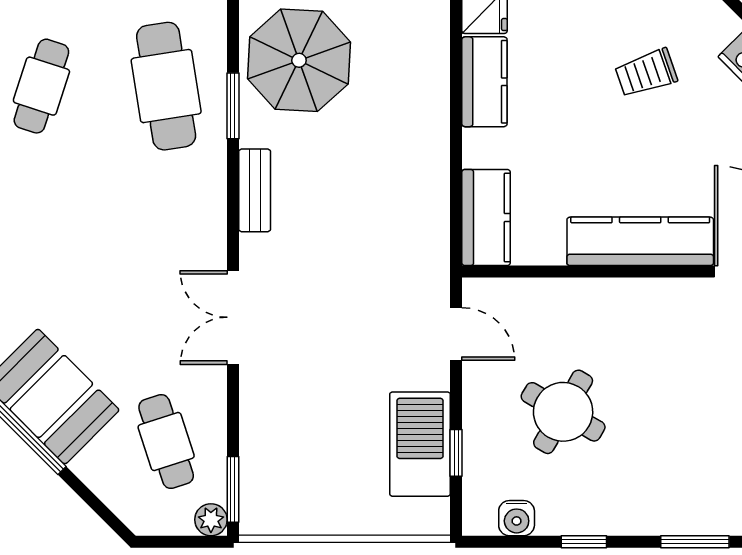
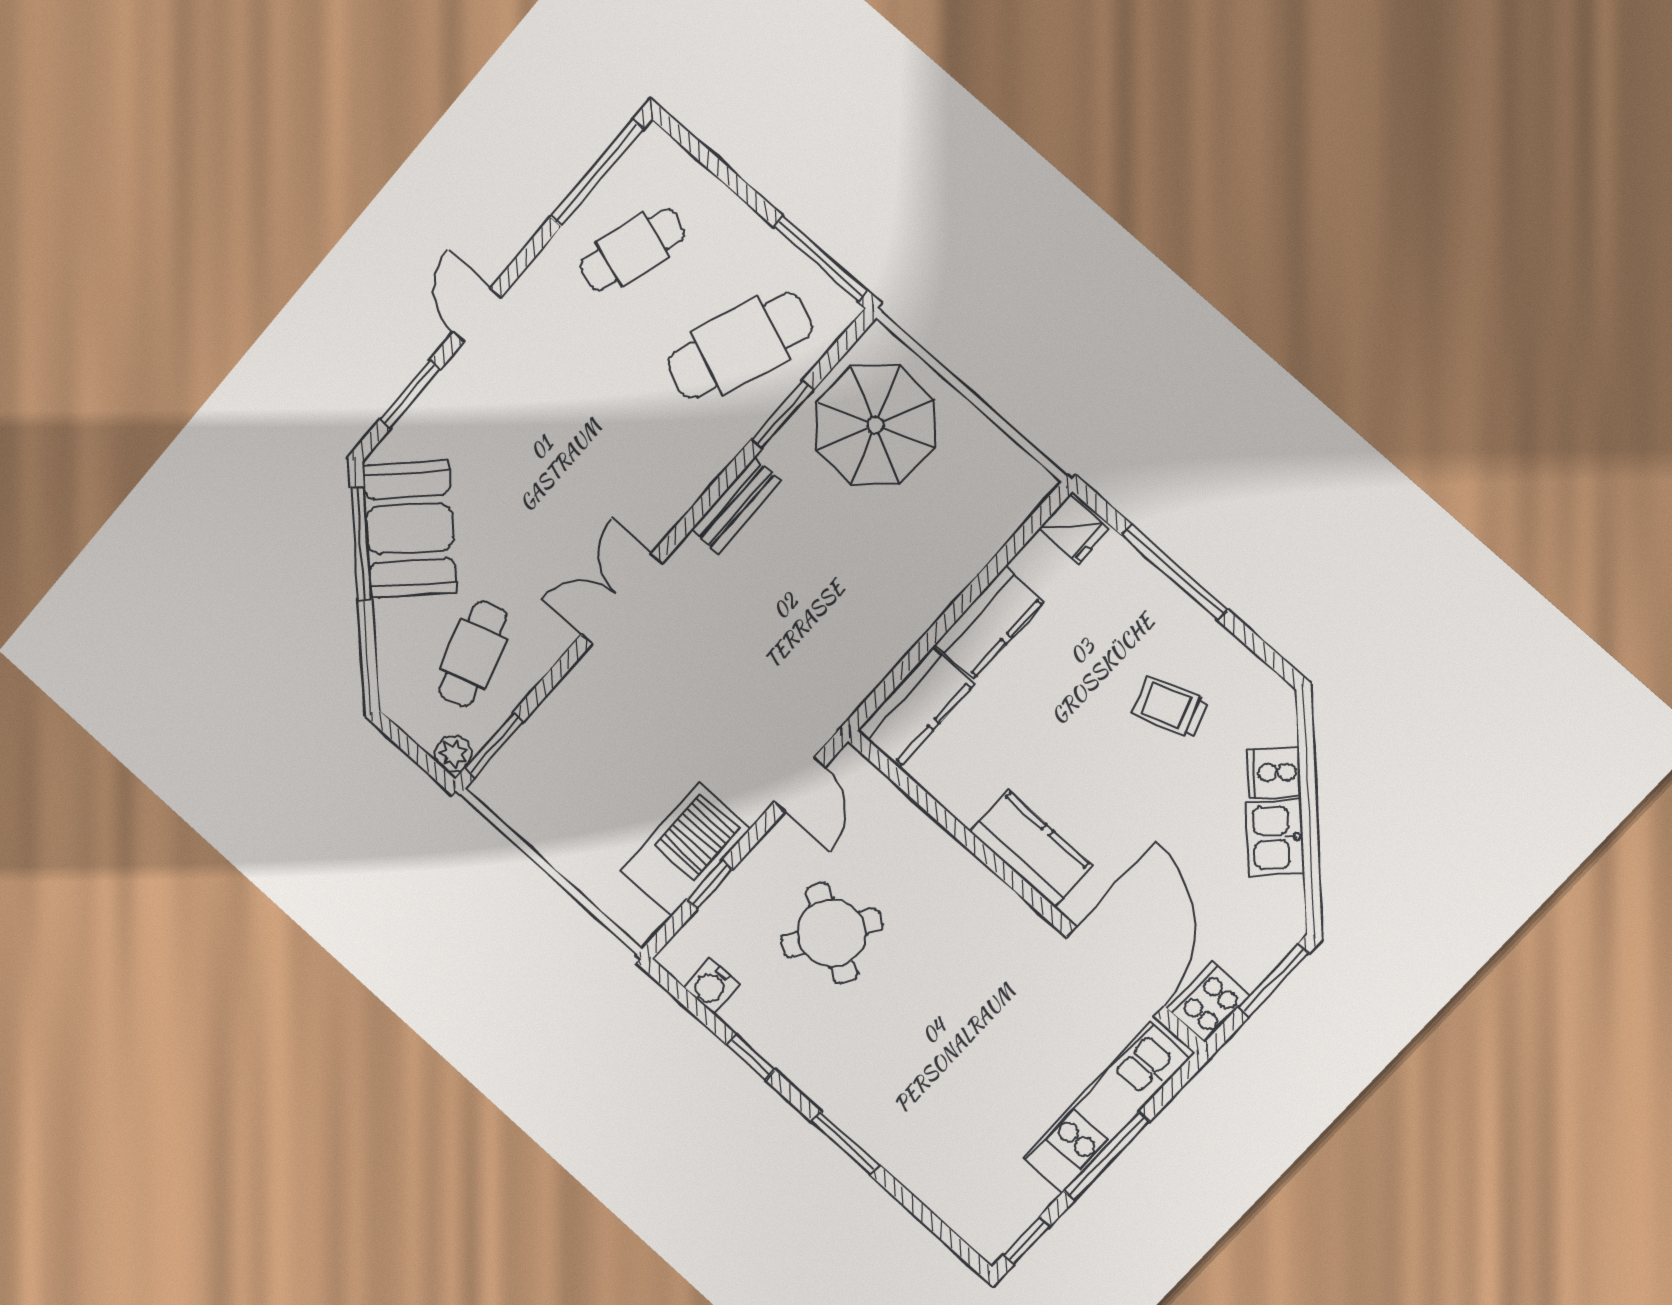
kitchen counter: (484, 82) -> (989, 623), moved
cafe table: (166, 86) -> (740, 345), turned 30
kitchen counter: (640, 241) -> (1031, 848), width x0.67

